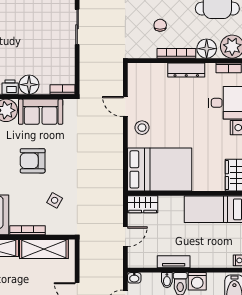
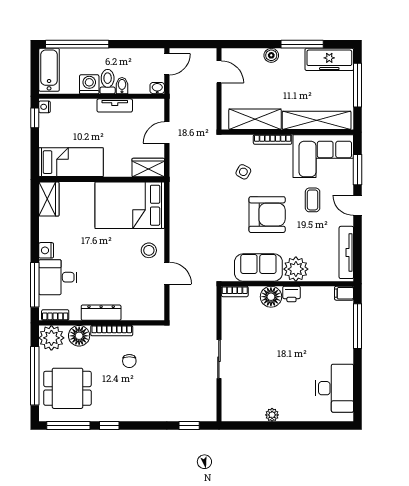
armchair: (33, 161) -> (267, 215), width x1.36, depth x1.36

